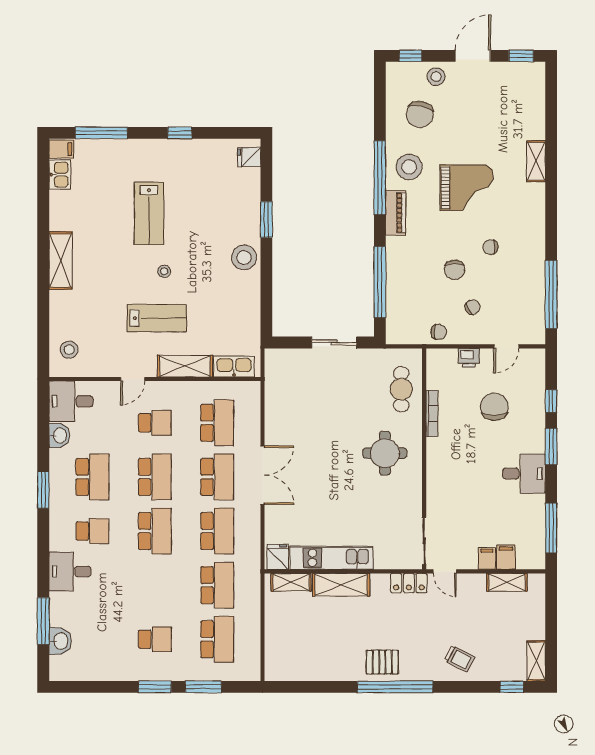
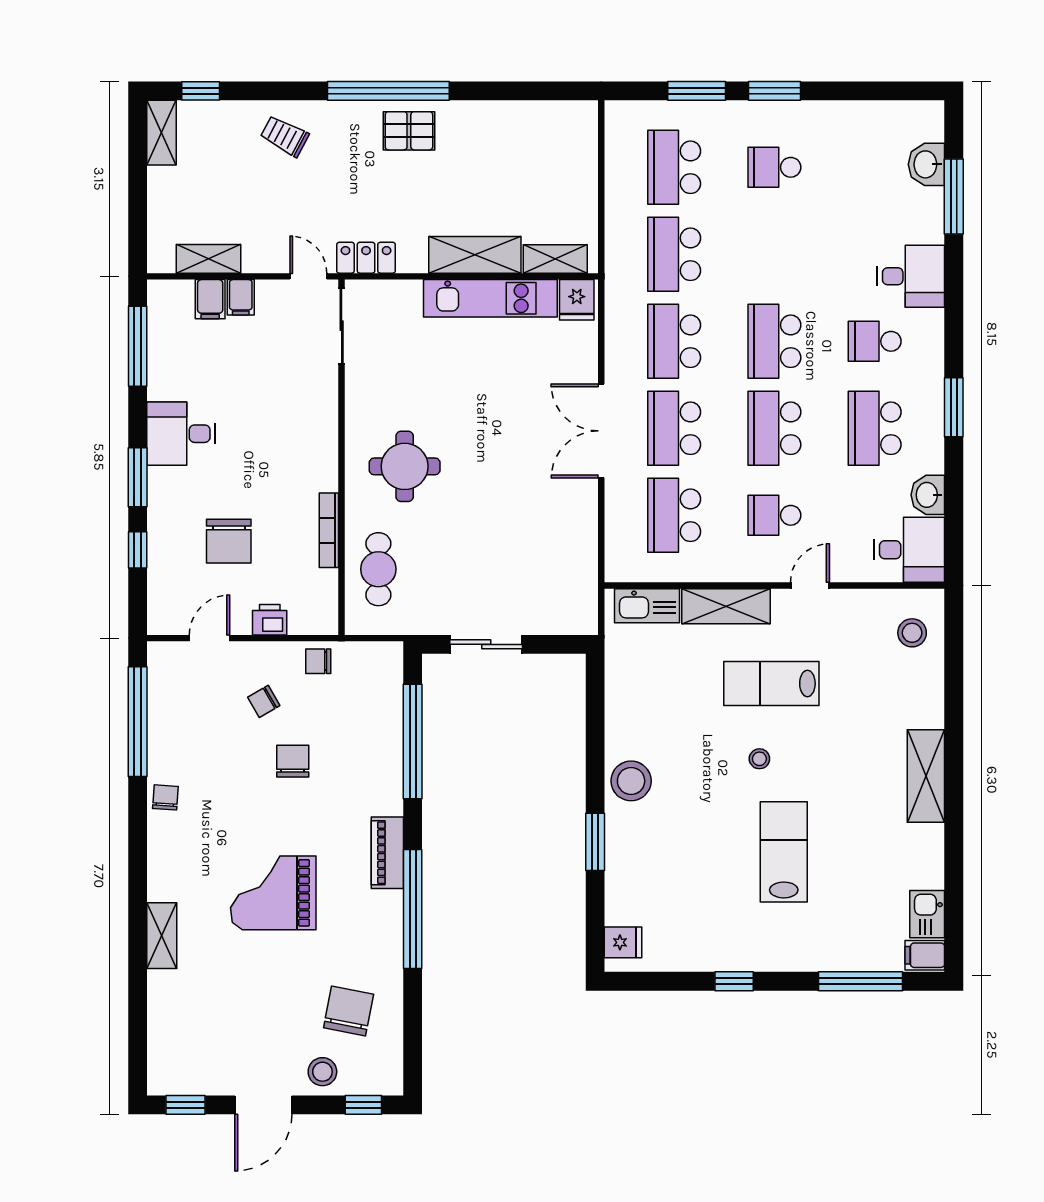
stool: (409, 167) -> (366, 926), removed
chair: (490, 247) -> (165, 797), moved, turned -86

